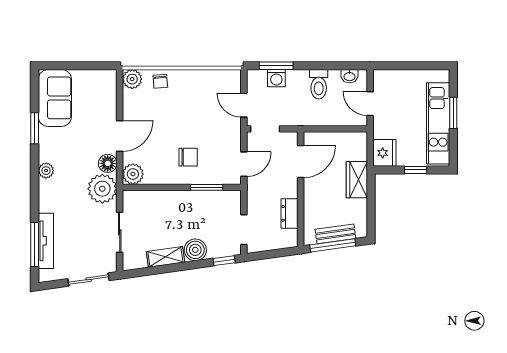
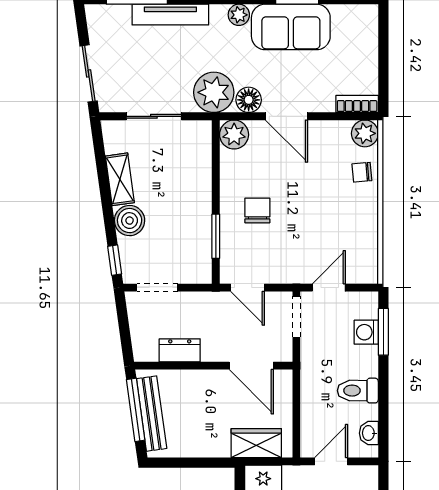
bookcase: (111, 85) -> (357, 104), added
sofa: (55, 98) -> (291, 27), moved
chair: (188, 157) -> (257, 210), turned 180
wardrobe: (357, 180) -> (256, 443), moved
bench: (335, 234) -> (152, 414), width x1.36
tv unit: (46, 241) -> (170, 15), moved

